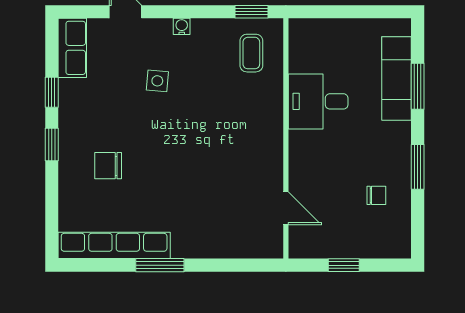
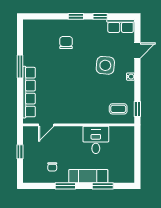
exam couch: (397, 78) -> (88, 176), moved
side table: (157, 81) -> (105, 65), width x1.87, depth x1.87
row of seats: (114, 245) -> (29, 92), moved

